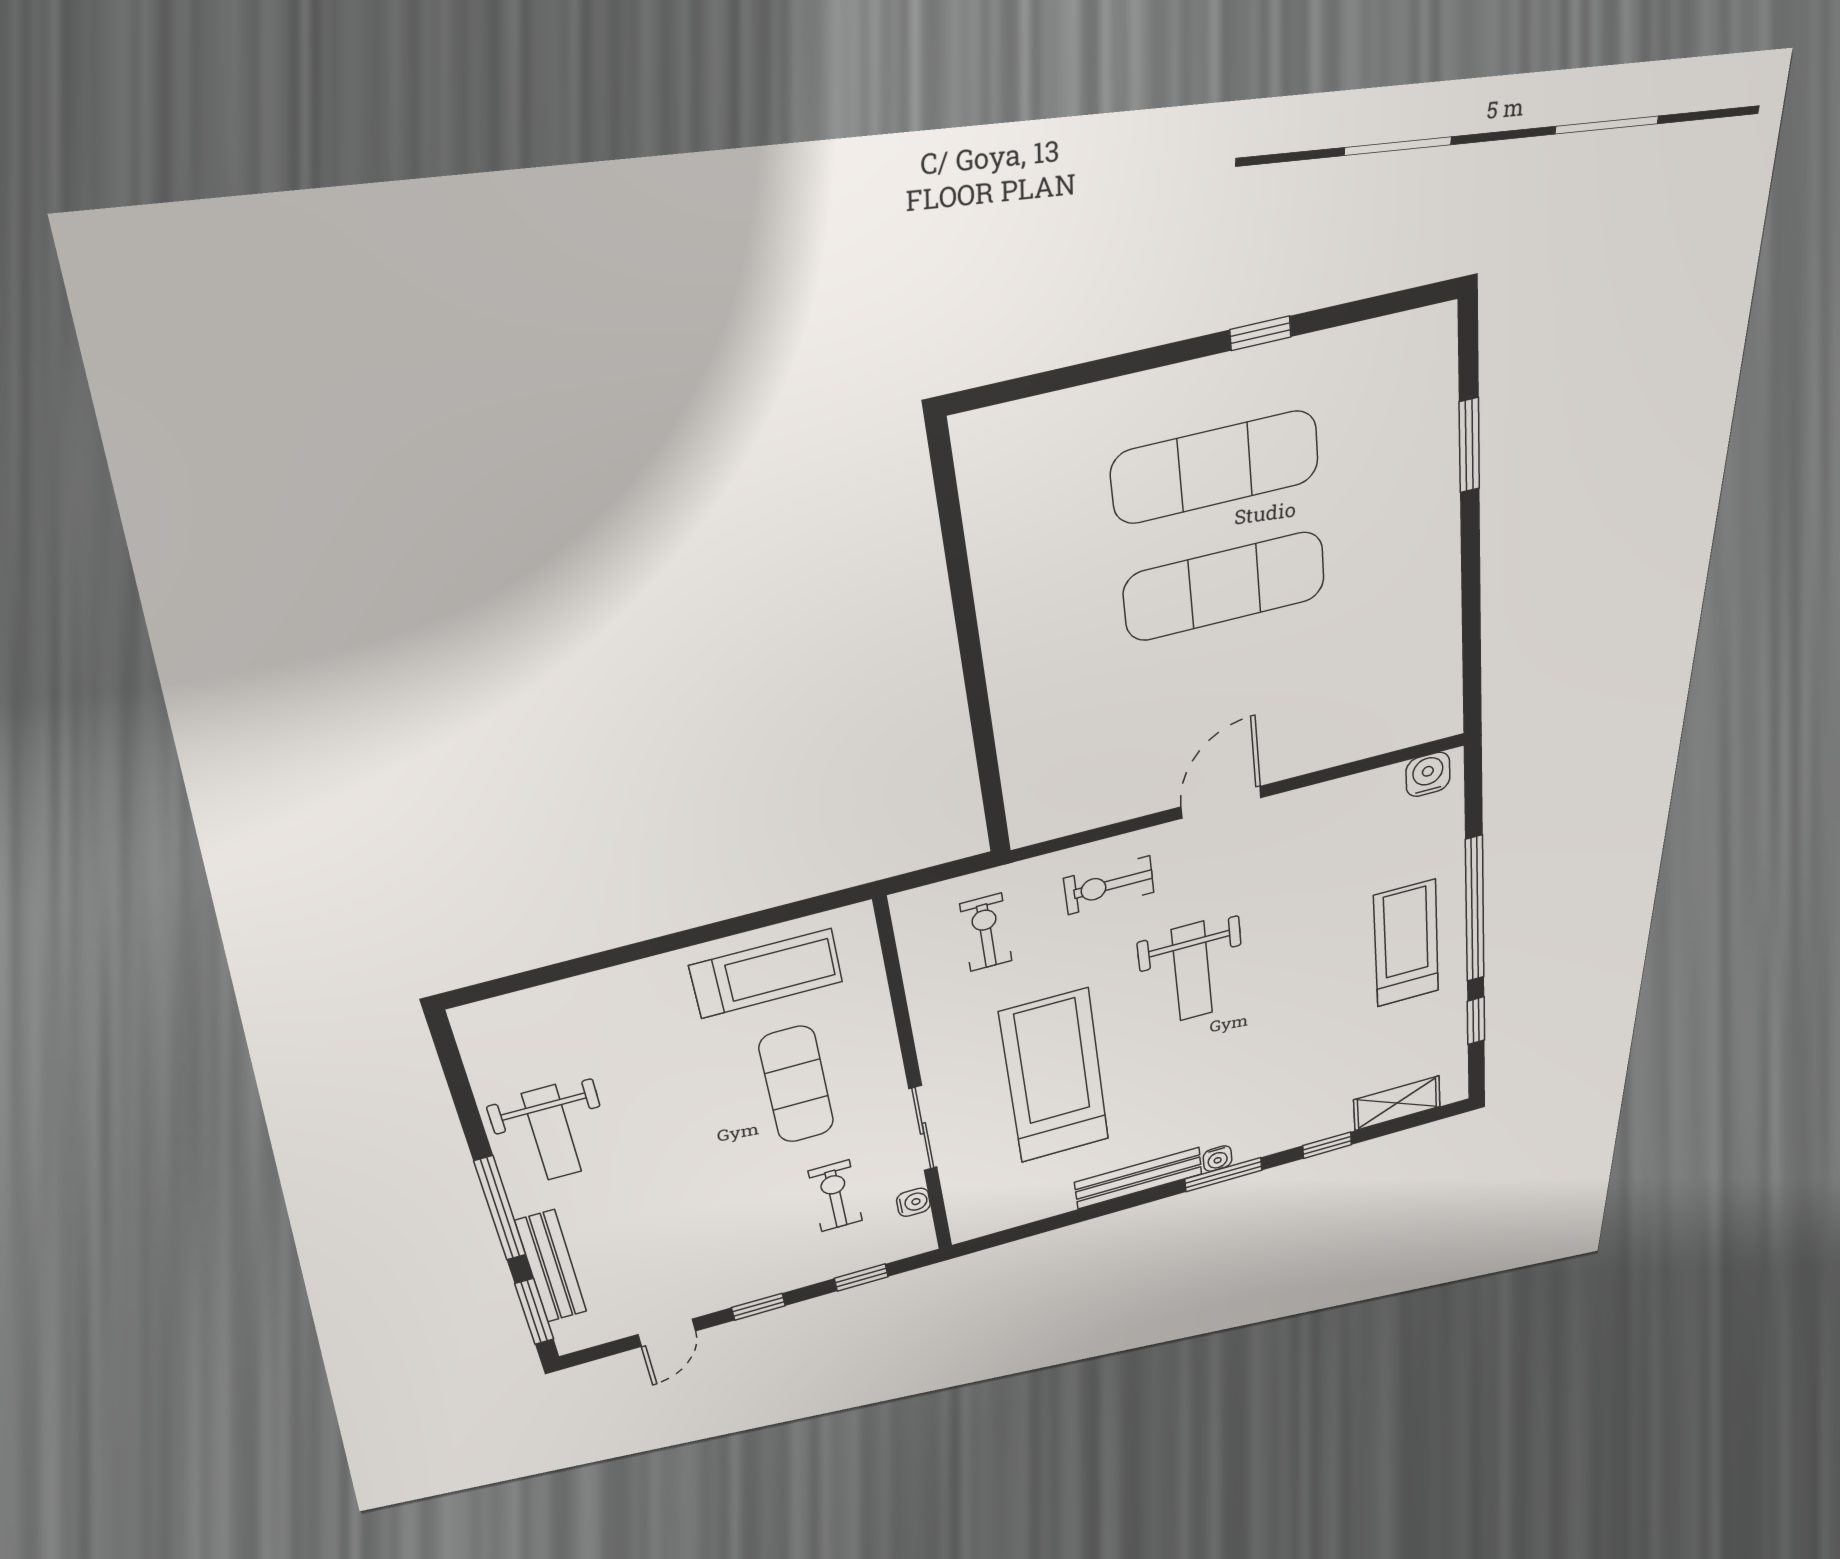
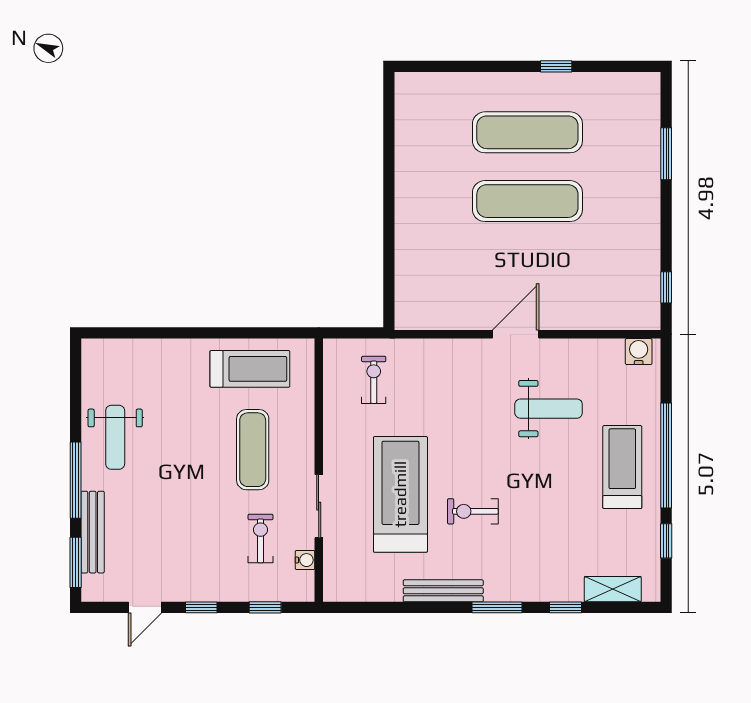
window: (1472, 666) -> (666, 287), added
exercise bike: (1109, 885) -> (473, 511), moved
weight bench: (1192, 971) -> (549, 409), moved, turned -90
water cooler: (1217, 1159) -> (494, 593), removed

